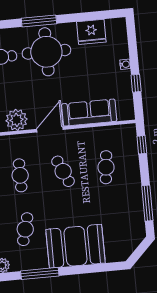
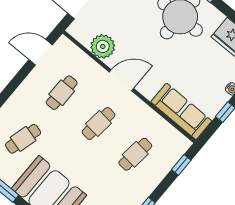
sofa: (89, 113) -> (181, 111), moved
cafe table: (63, 171) -> (99, 123), turned 30

